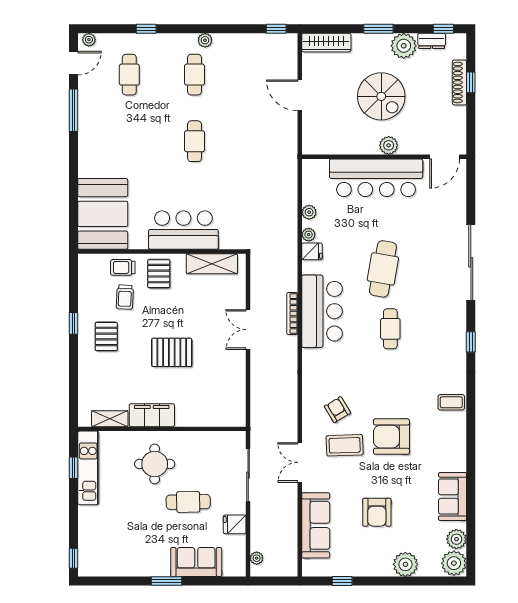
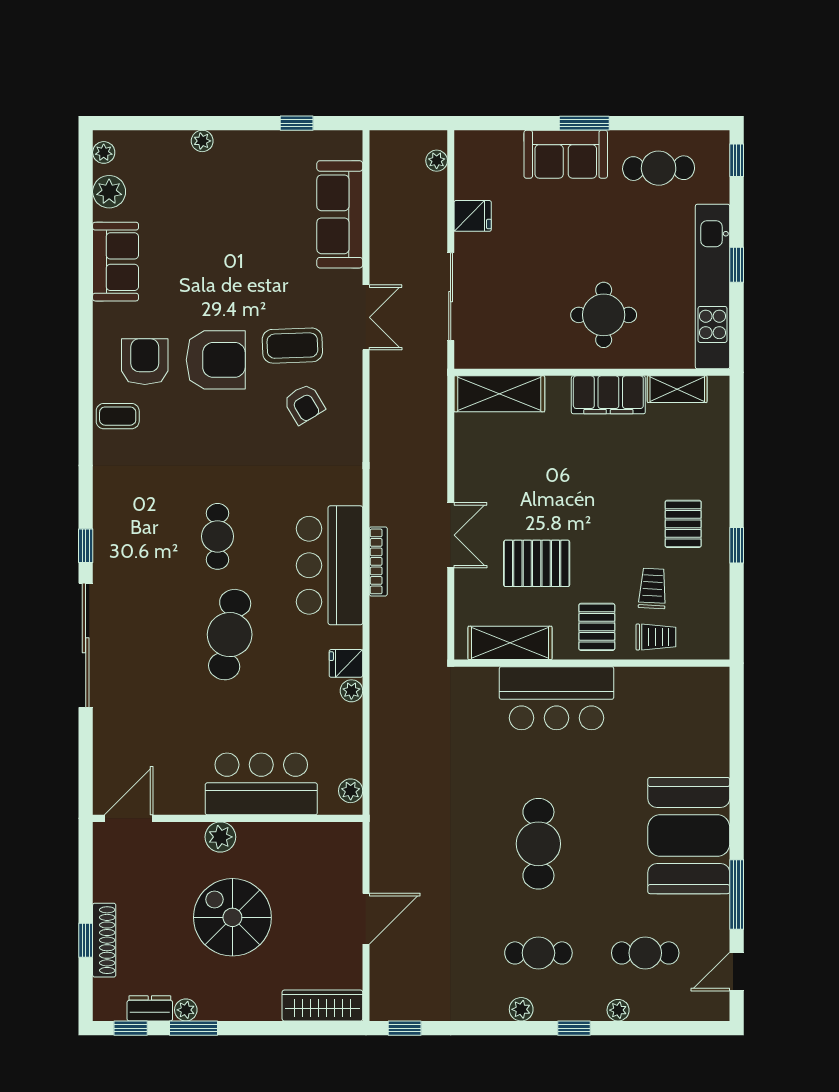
window: (146, 29) -> (574, 1028), moved
window: (378, 29) -> (193, 1028), moved
plant: (89, 40) -> (618, 1010), moved
plant: (404, 46) -> (186, 1010), width x0.53, depth x0.53
cafe table: (129, 75) -> (645, 953), turned 90
cafe table: (194, 75) -> (538, 953), turned 90
door: (300, 95) -> (366, 919), hinge flipped
cafe table: (194, 141) -> (538, 844), width x1.37, depth x1.35
bar counter: (376, 178) -> (261, 784), width x0.73
plant: (309, 212) -> (351, 791), moved
booth: (103, 214) -> (689, 836), moved
window: (471, 342) -> (86, 546), moved
pallet: (172, 352) -> (537, 563), moved
shelving: (218, 416) -> (499, 394), added
window: (74, 468) -> (737, 265), moved
kitchen unit: (88, 468) -> (713, 287), width x1.36
cafe table: (188, 502) -> (659, 168), moved
armchair: (377, 512) -> (145, 362), moved
sofa: (196, 562) -> (566, 154), moved
plant: (454, 563) -> (104, 152), width x0.53, depth x0.53
plant: (405, 564) -> (202, 141), width x0.53, depth x0.53

